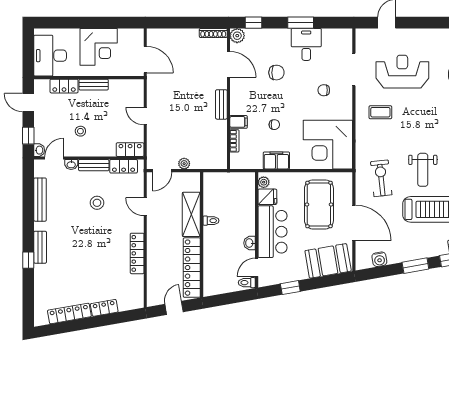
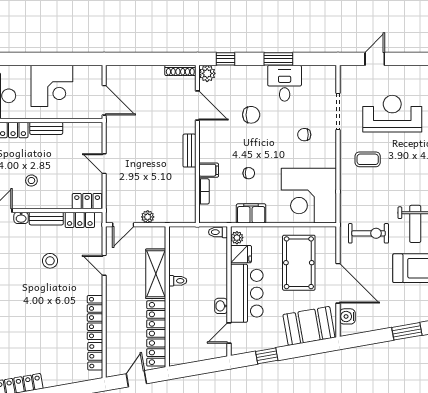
exercise bike: (381, 178) -> (369, 233), turned 96
water cooler: (379, 259) -> (347, 316), moved, turned 100
toilet: (247, 283) -> (218, 232), moved
locker: (104, 308) -> (95, 356), moved, turned -80

